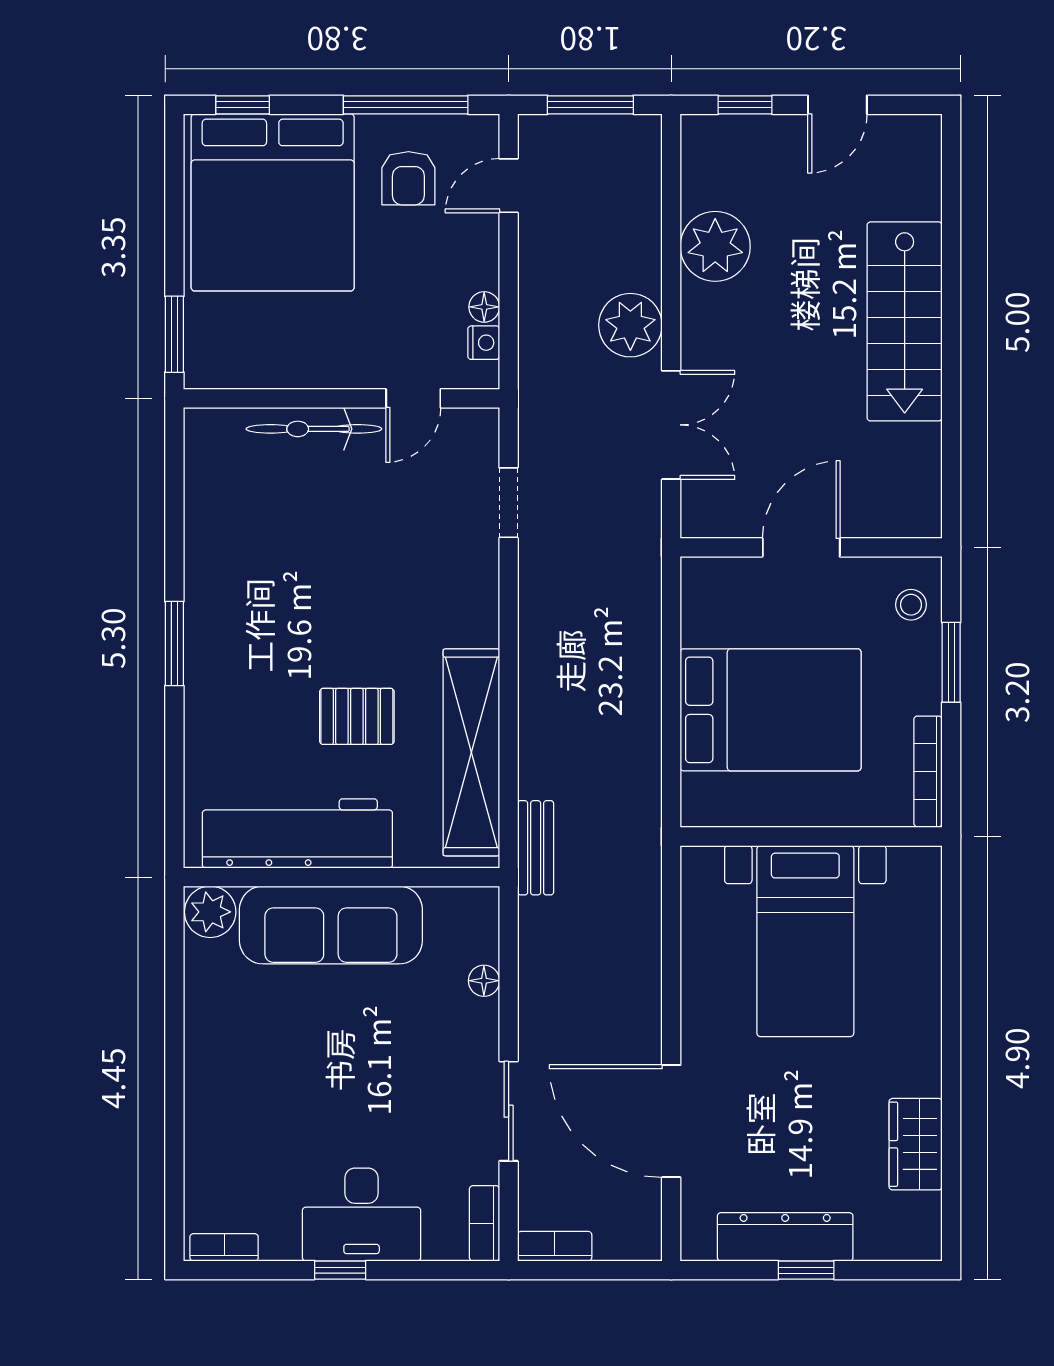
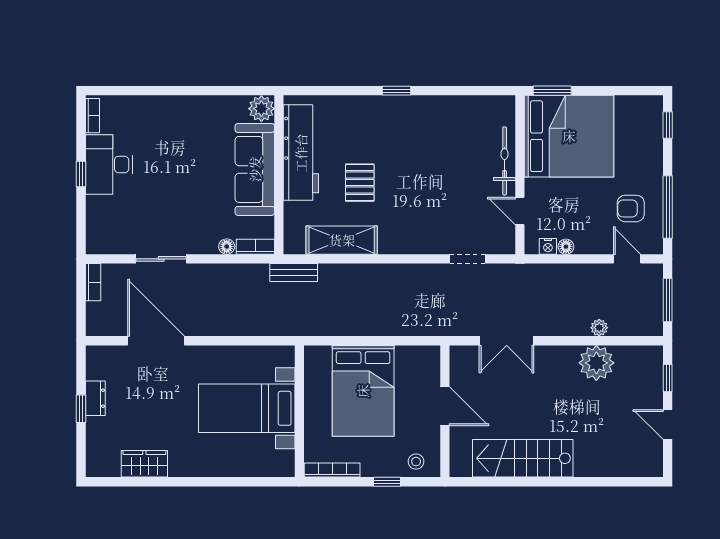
bed: (273, 202) -> (569, 136), moved, turned 180
stairs: (905, 321) -> (523, 458), moved
plant: (630, 325) -> (599, 328), moved, width x0.53, depth x0.53
window: (174, 644) -> (396, 91), width x0.67
window: (951, 662) -> (387, 482), width x0.67
shelving: (471, 752) -> (342, 240), width x0.68
door: (671, 1121) -> (156, 341), hinge flipped
desk: (362, 1215) -> (109, 164), moved
bookcase: (484, 1223) -> (255, 247), moved
dresser: (785, 1237) -> (95, 398), width x0.51, depth x0.80

